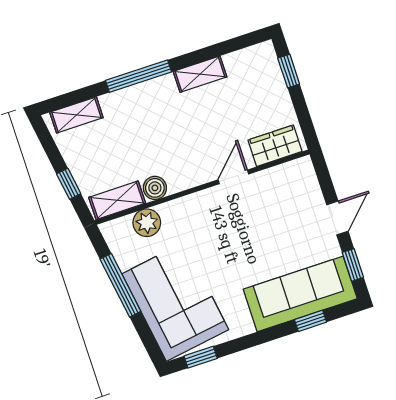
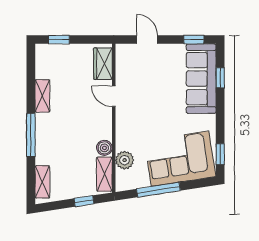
door: (337, 218) -> (147, 40), moved

